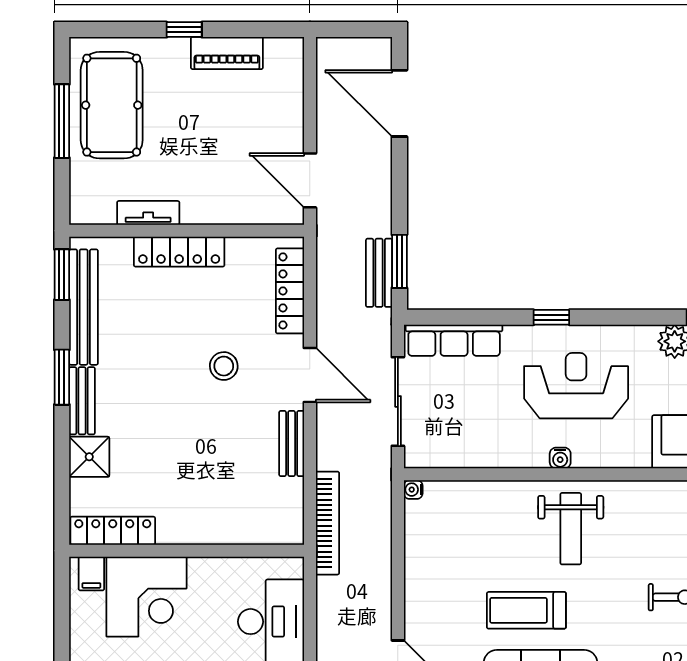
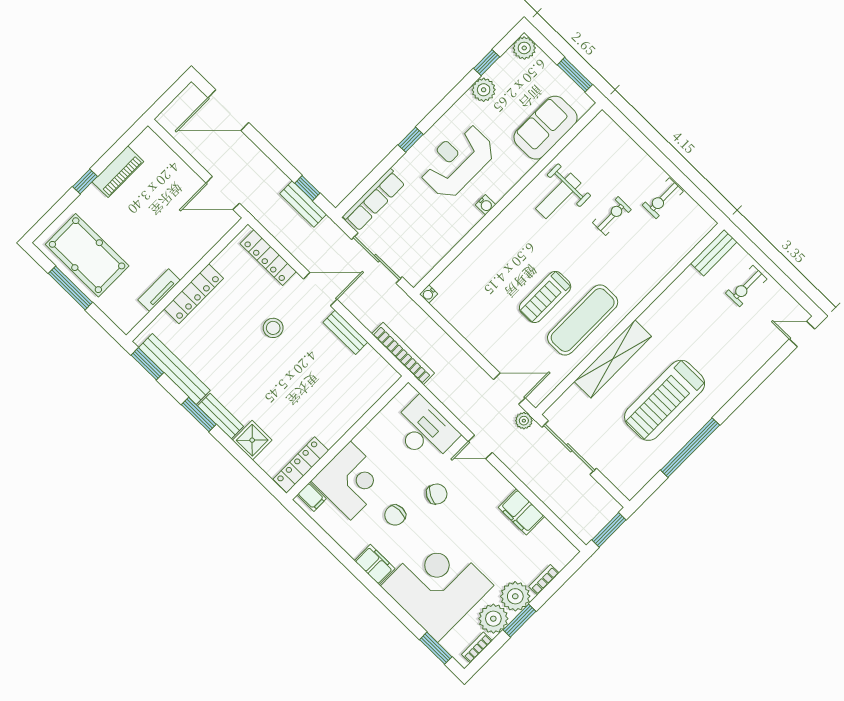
window: (399, 261) -> (307, 188), width x0.67
weight bench: (571, 529) -> (558, 196), moved, turned 90

